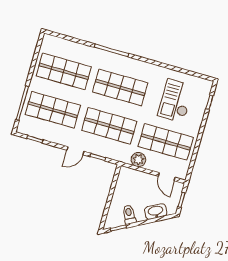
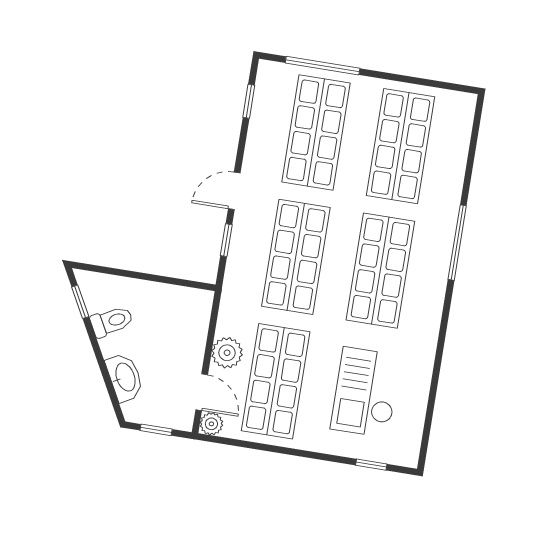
checkout: (176, 101) -> (366, 392), turned -90
door: (75, 151) -> (234, 191), hinge flipped
plant: (138, 160) -> (227, 353), moved
plant: (182, 174) -> (211, 424), added
door: (167, 177) -> (202, 392), swing flipped

